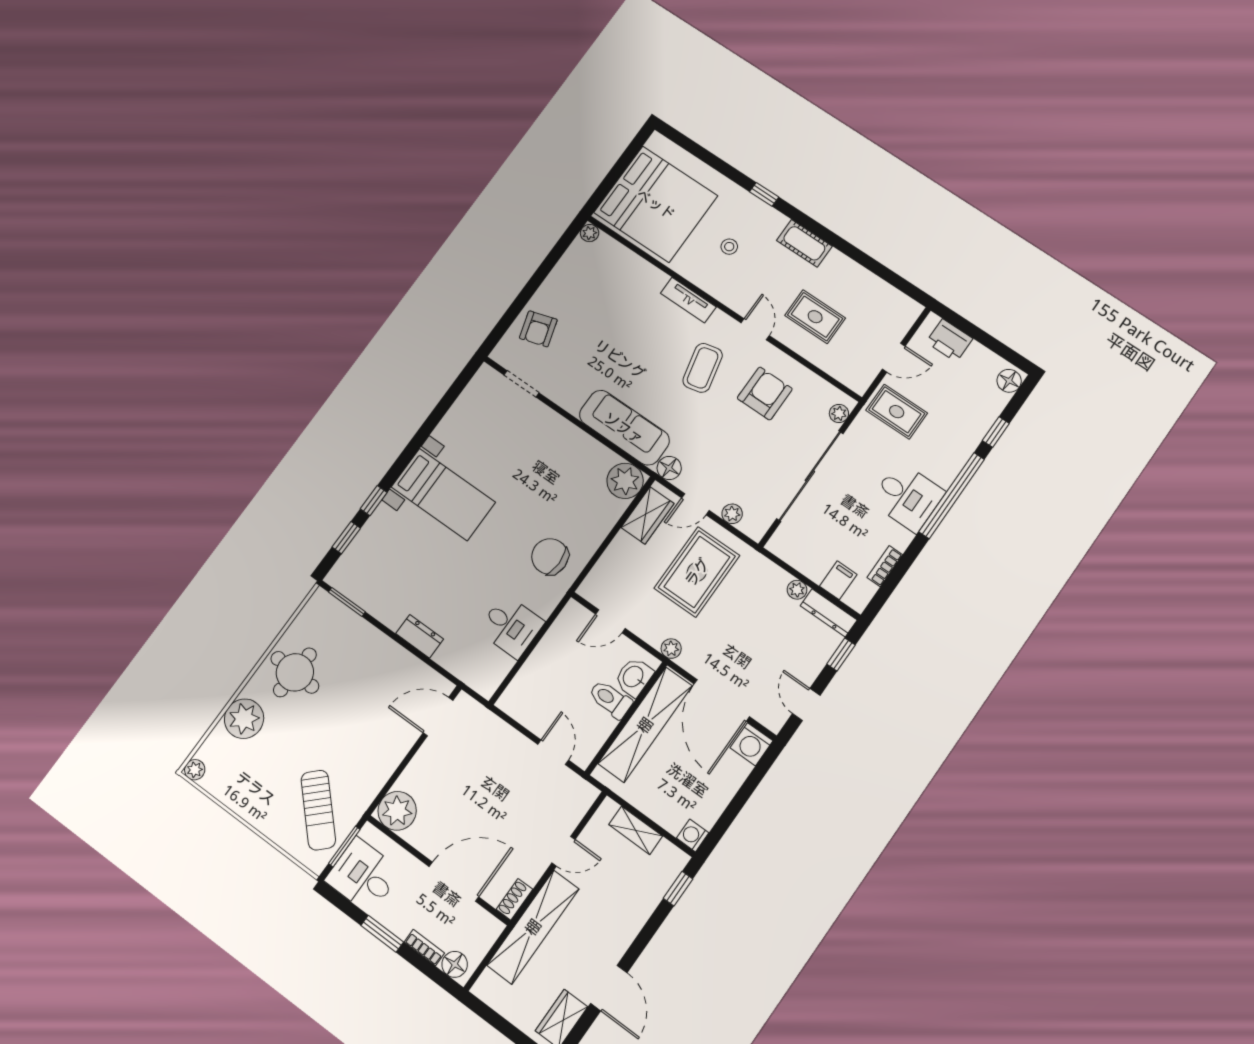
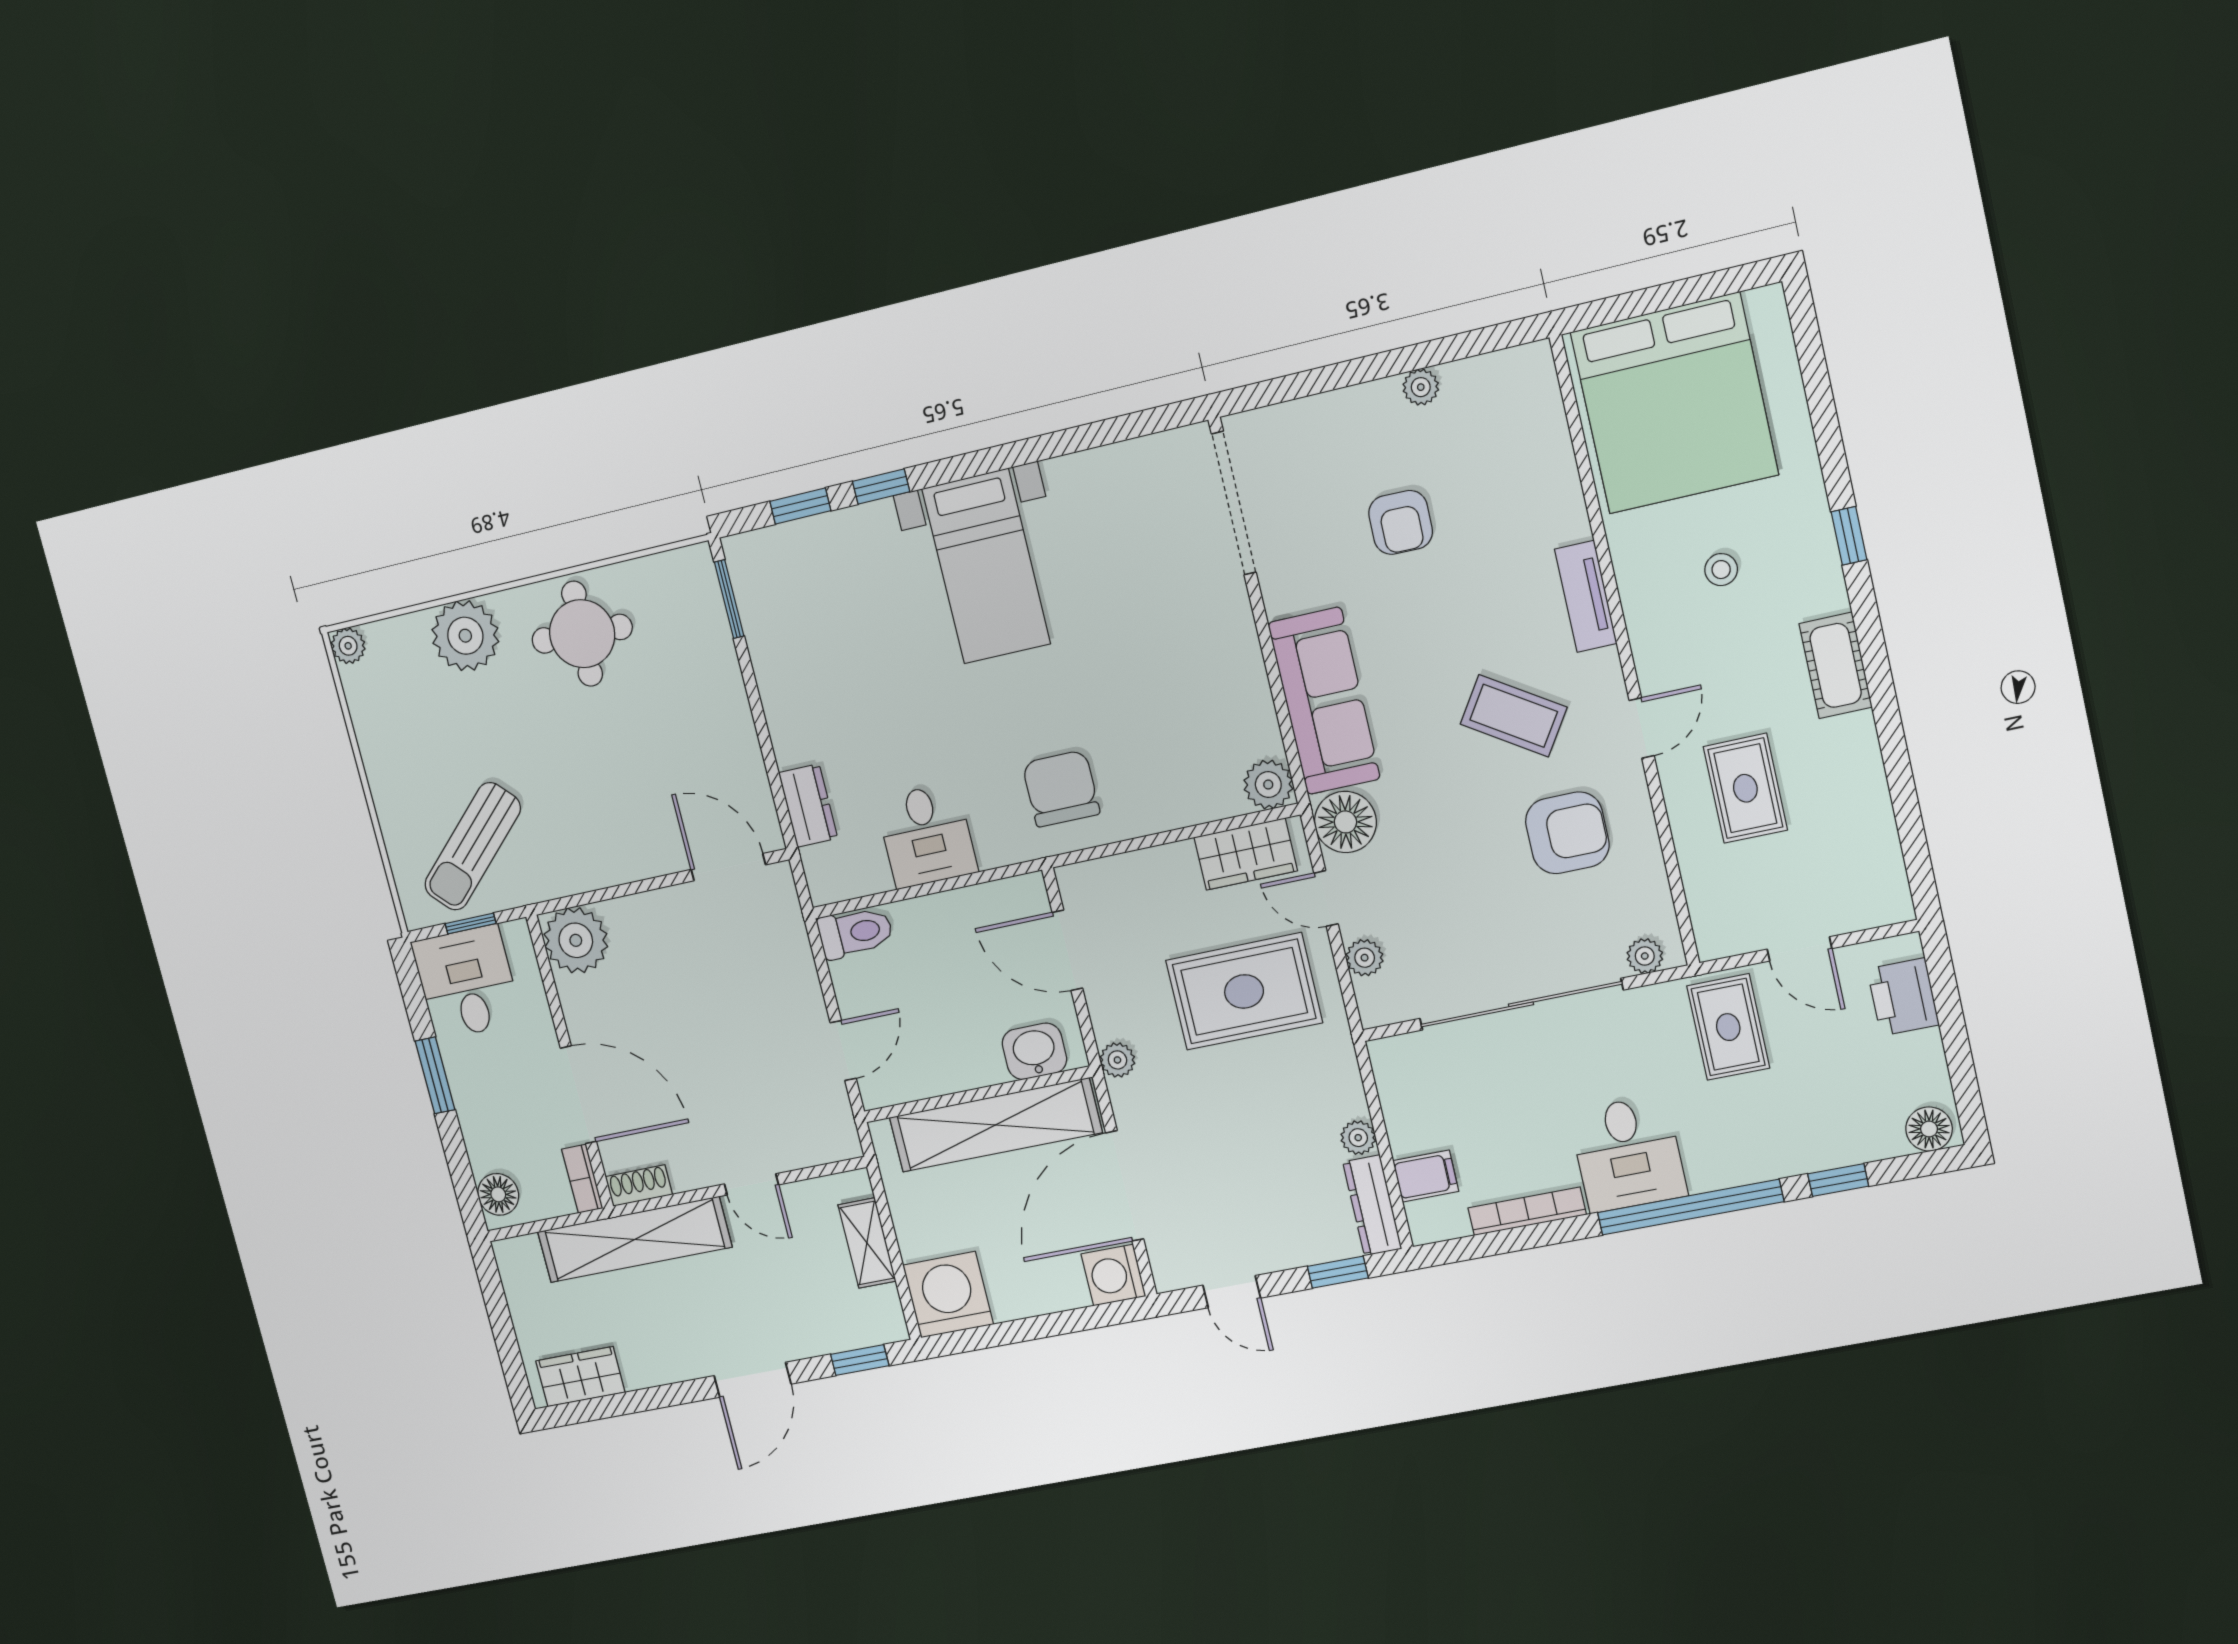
plant: (590, 233) -> (1421, 387), moved
armchair: (538, 329) -> (1401, 522), moved, turned -72
coffee table: (703, 368) -> (1514, 716), turned 46
doorway: (521, 384) -> (1234, 503), width x1.88
floor lamp: (669, 468) -> (1345, 822), width x1.38, depth x1.38
plant: (625, 481) -> (1268, 785), width x0.73, depth x0.73
bookcase: (885, 566) -> (1527, 1211), width x1.56
door: (610, 621) -> (1067, 950), width x1.37
dresser: (420, 636) -> (808, 805), moved
toilet: (610, 699) -> (855, 933), moved, turned 90
door: (806, 704) -> (1232, 1292), swing flipped
washing machine: (693, 835) -> (948, 1295), width x1.89, depth x1.89
window: (344, 847) -> (471, 924), width x0.67
bookcase: (424, 948) -> (582, 1179), moved, turned 180
door: (609, 988) -> (753, 1380), moved

